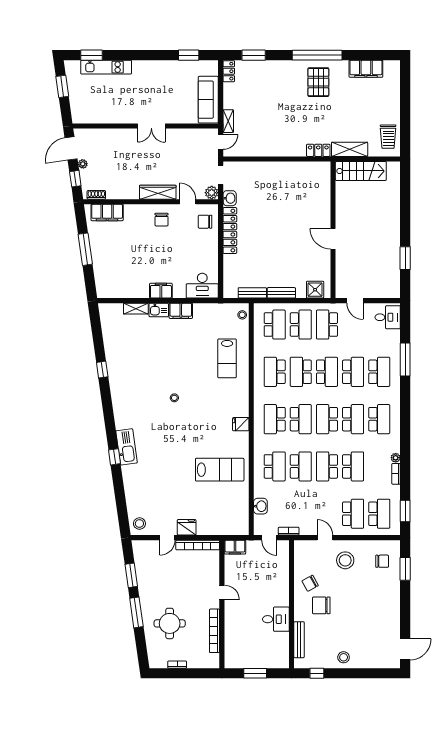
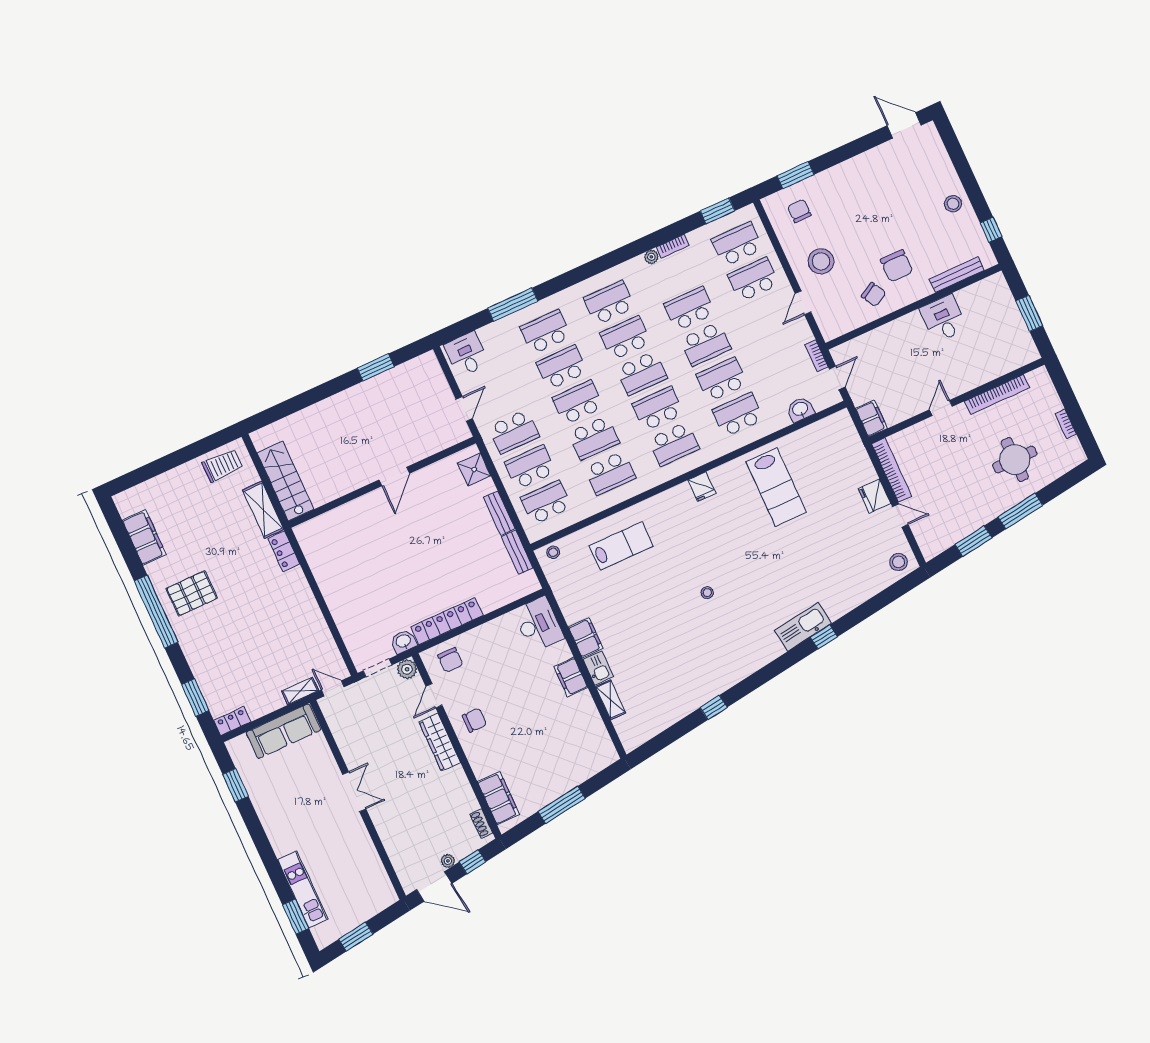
lab bench: (220, 470) -> (776, 487), turned 180

